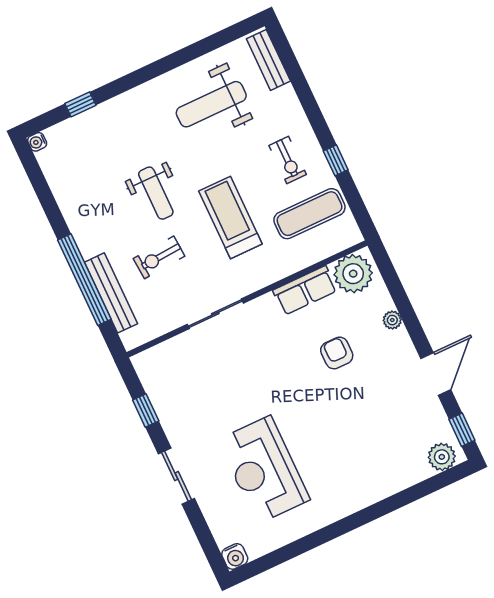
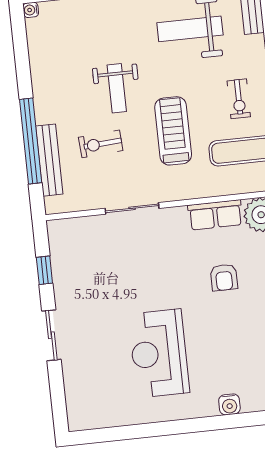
armchair: (337, 353) -> (224, 277), turned 180
reception desk: (264, 470) -> (159, 353), moved
water cooler: (235, 556) -> (229, 404), moved

